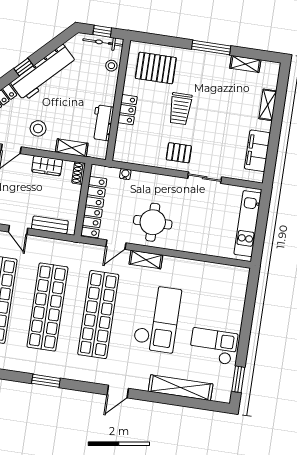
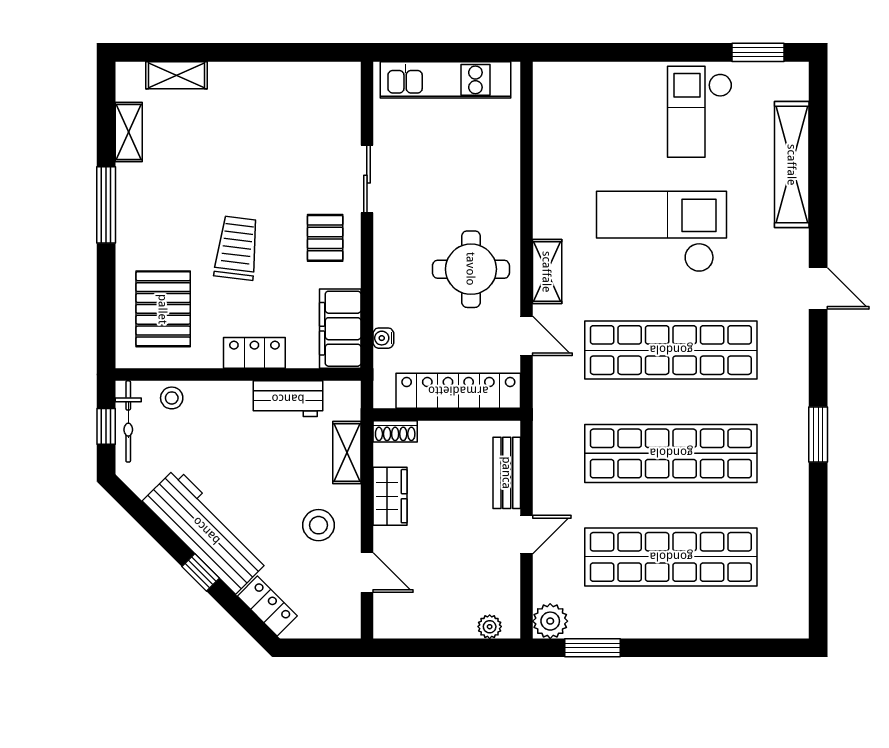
shelving: (268, 105) -> (176, 75), moved
trolley: (180, 109) -> (237, 248), turned -83
filing cabinet: (257, 151) -> (340, 329), moved, turned 90

